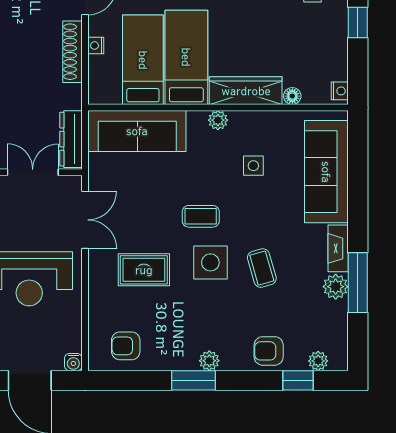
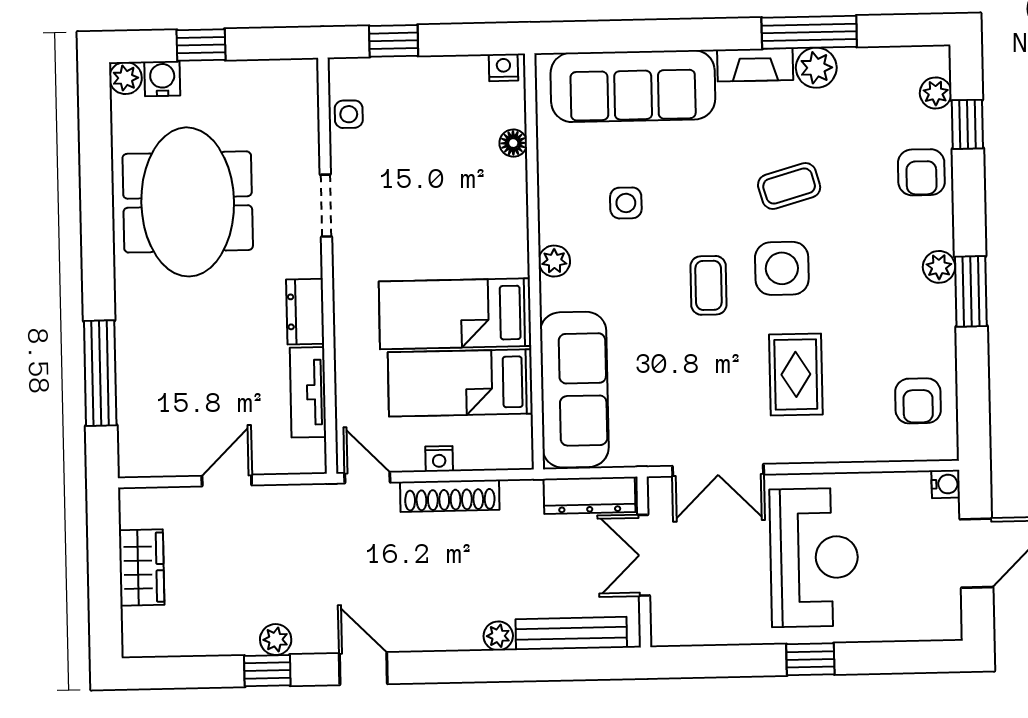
wardrobe: (246, 91) -> (506, 218), removed
double door: (85, 220) -> (718, 470), swing flipped

